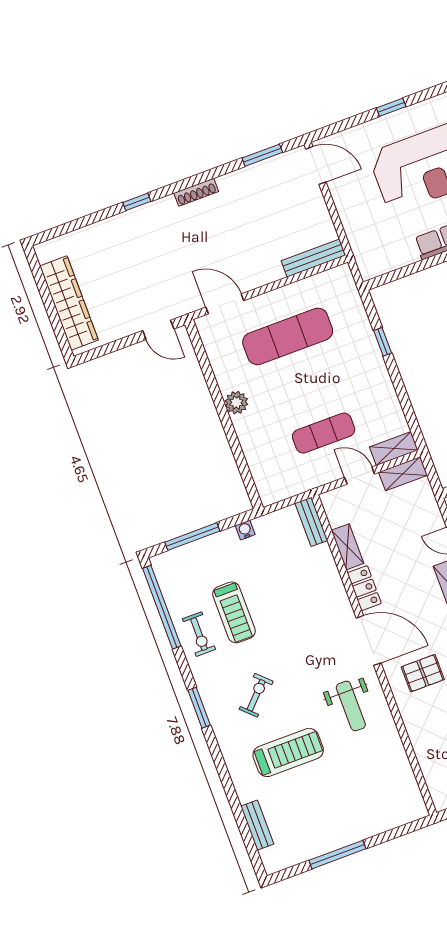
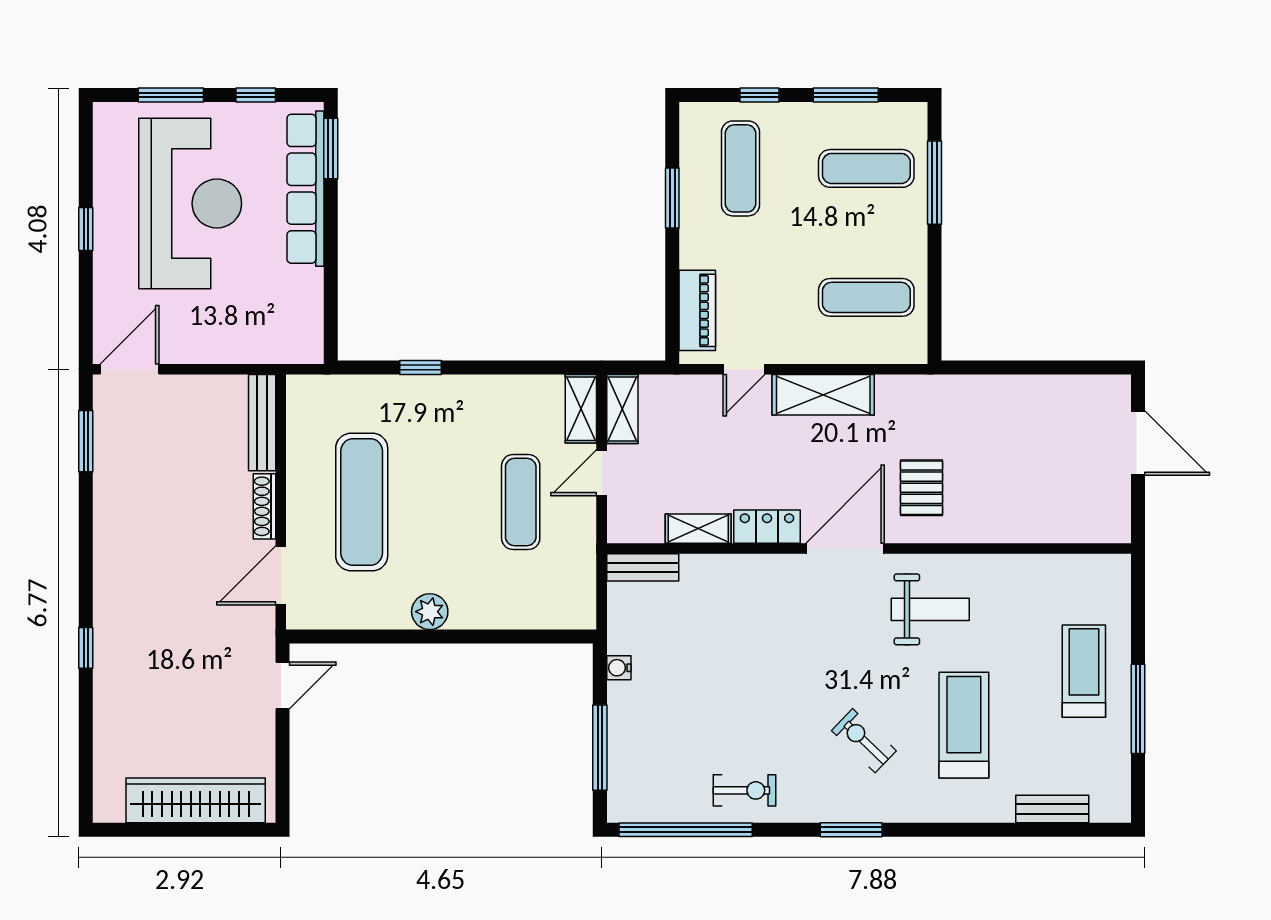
shoe rack: (196, 192) -> (264, 506), moved, turned 180
treadmill: (234, 612) -> (1084, 671), moved, turned -90

